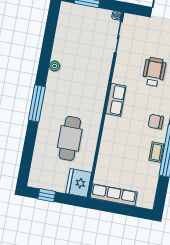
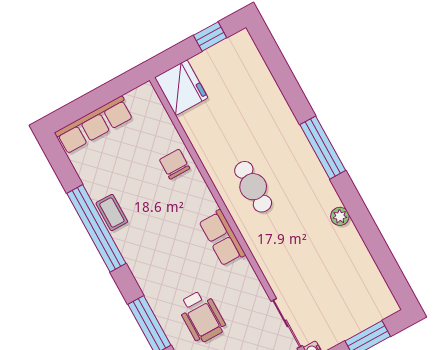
chair: (156, 122) -> (175, 164), moved, turned -90
cafe table: (70, 138) -> (253, 187), moved, width x0.73, depth x0.74
row of seats: (114, 195) -> (94, 125), moved

